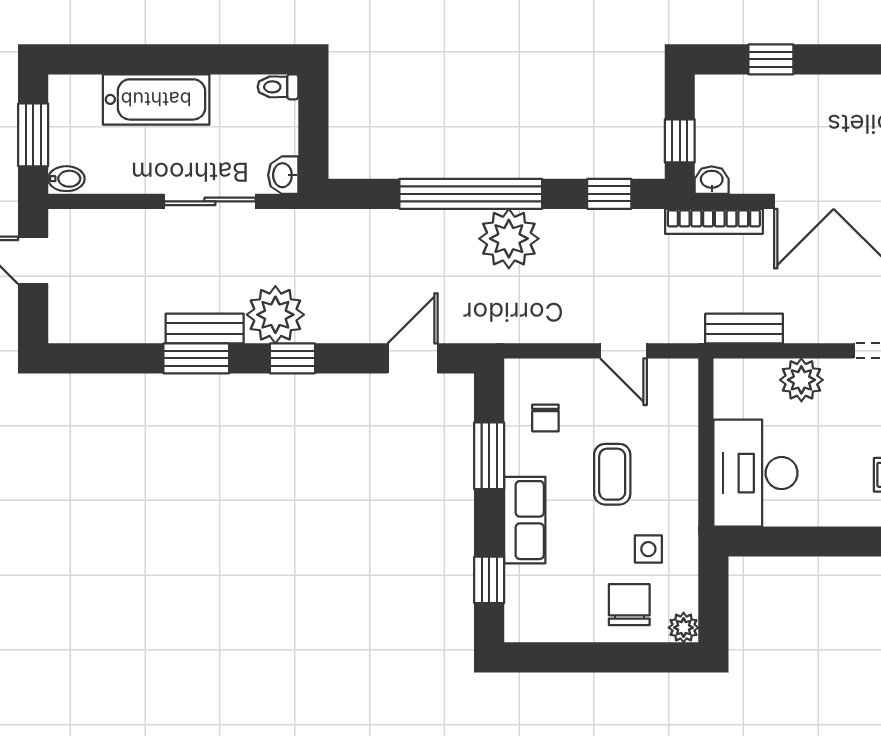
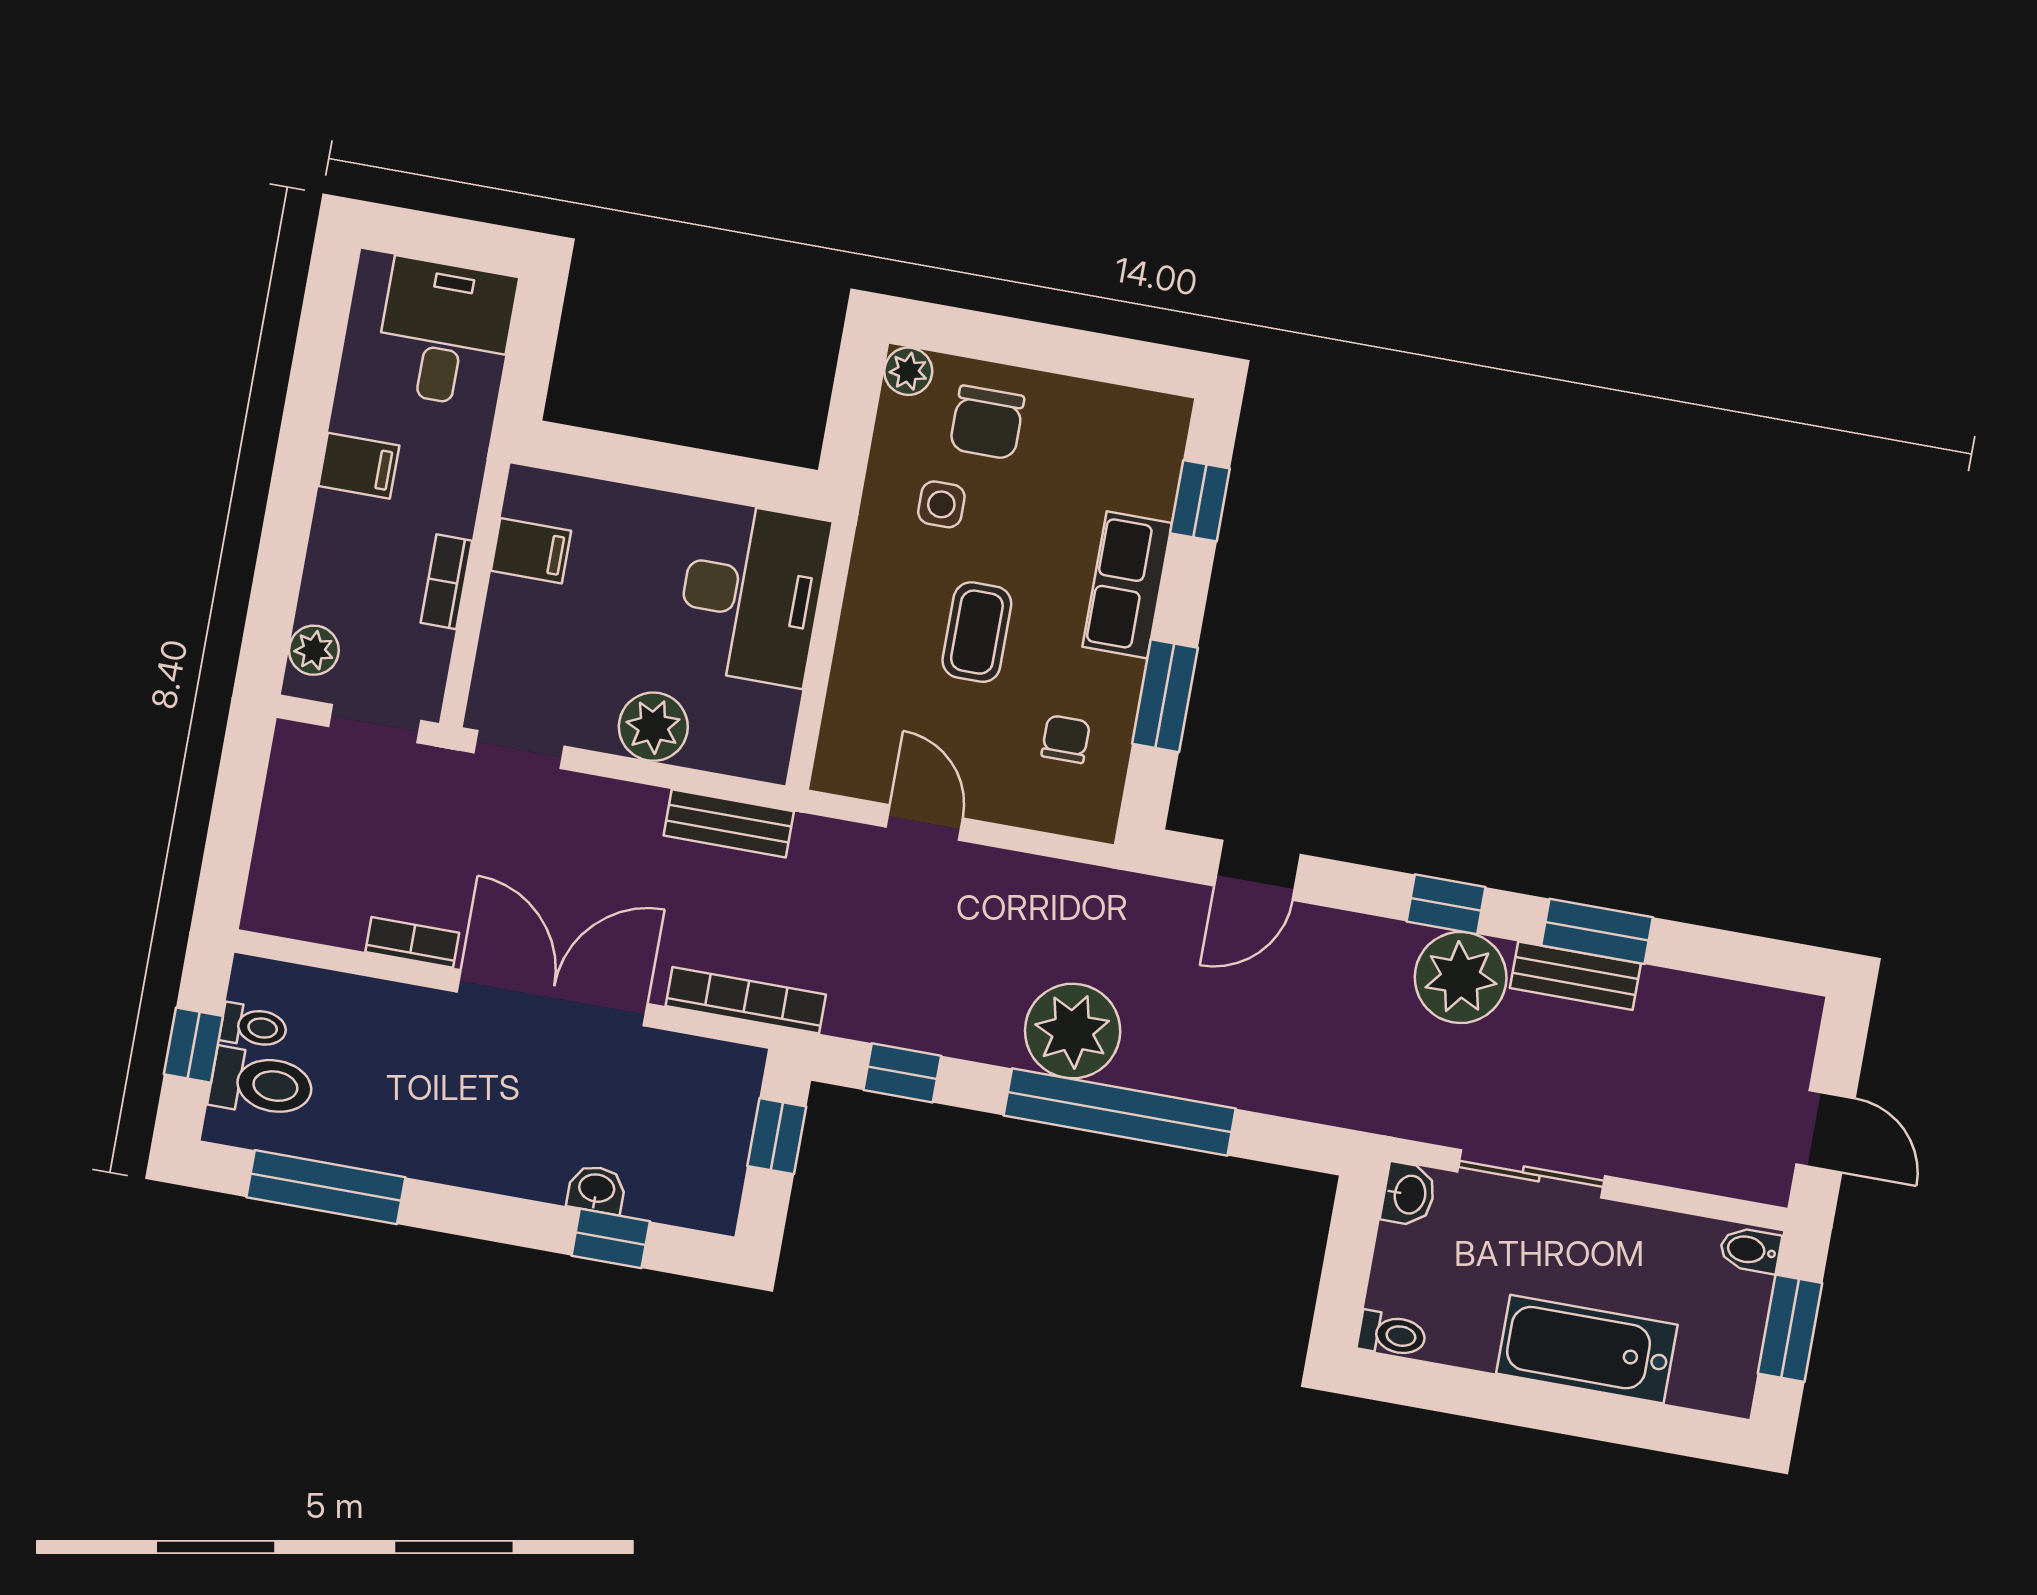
washbasin: (712, 180) -> (597, 1189), moved, turned 180

